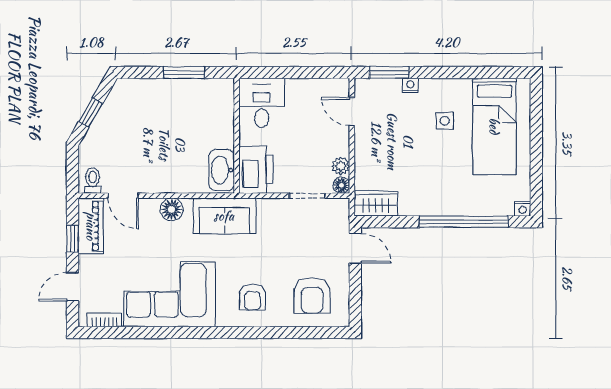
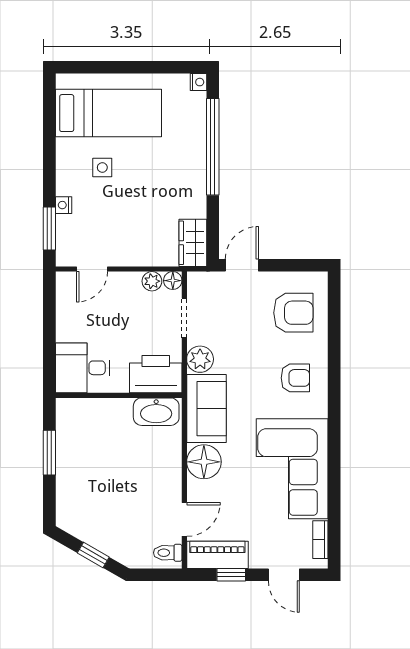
floor lamp: (172, 209) -> (204, 462), width x1.38, depth x1.38
plant: (270, 210) -> (200, 359), added

